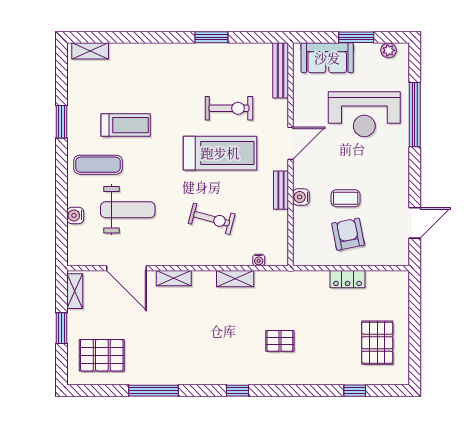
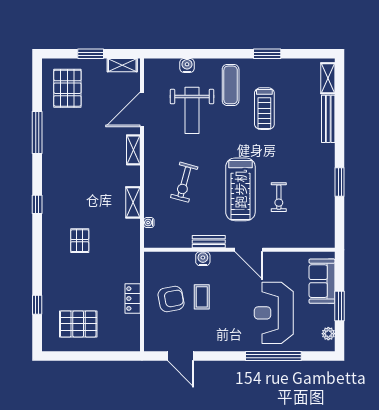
bench: (281, 70) -> (328, 119), moved, turned 90
exercise bike: (229, 108) -> (279, 197), width x0.73, depth x0.72

